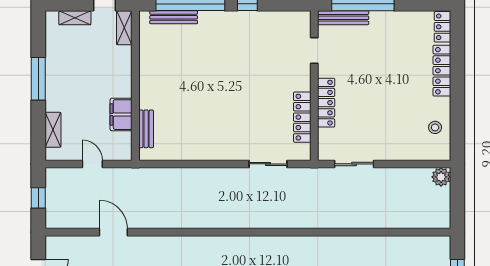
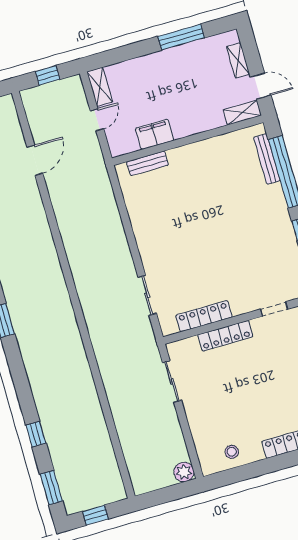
window: (38, 79) -> (181, 37), moved
shelving: (53, 130) -> (100, 87), moved, turned 90

